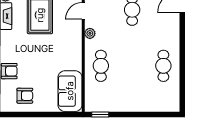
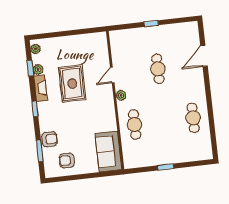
armchair: (25, 96) -> (67, 161), turned 180
window: (100, 114) -> (166, 167), moved

